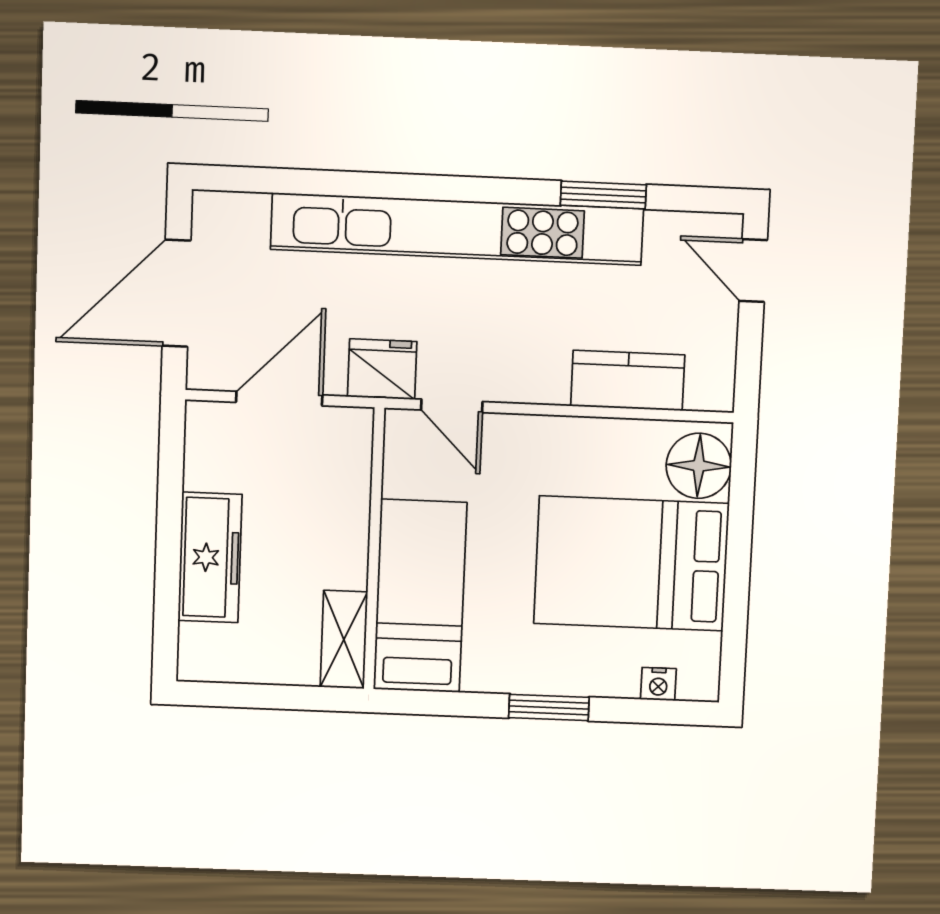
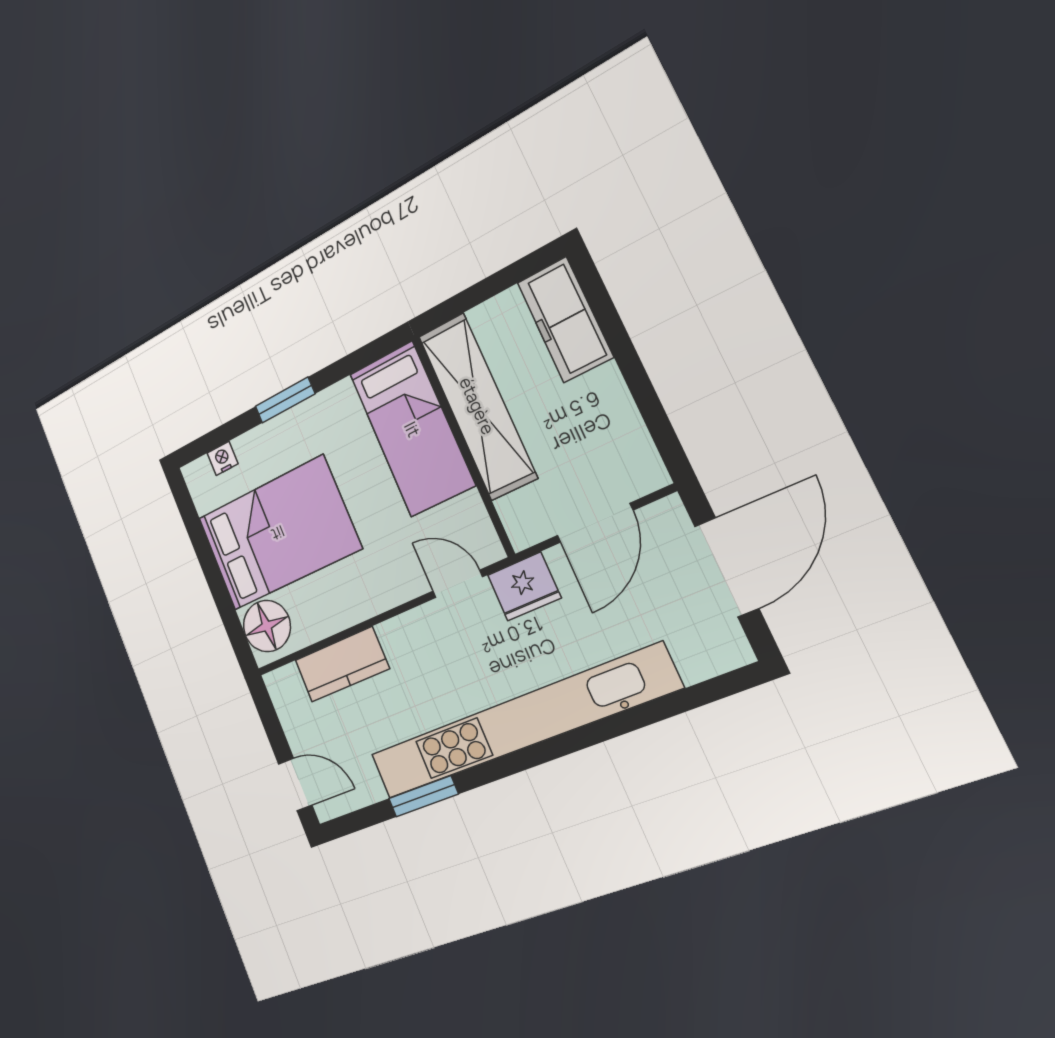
freezer: (210, 557) -> (565, 320), moved
shelving: (344, 640) -> (477, 406), width x2.20, depth x1.33

